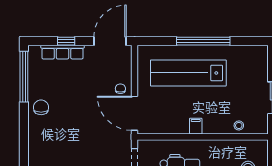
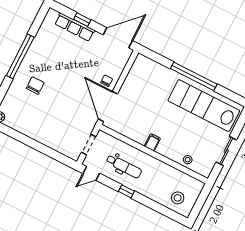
lab bench: (188, 73) -> (204, 106), moved
window: (24, 77) -> (20, 56), moved
chair: (41, 107) -> (35, 85), moved

